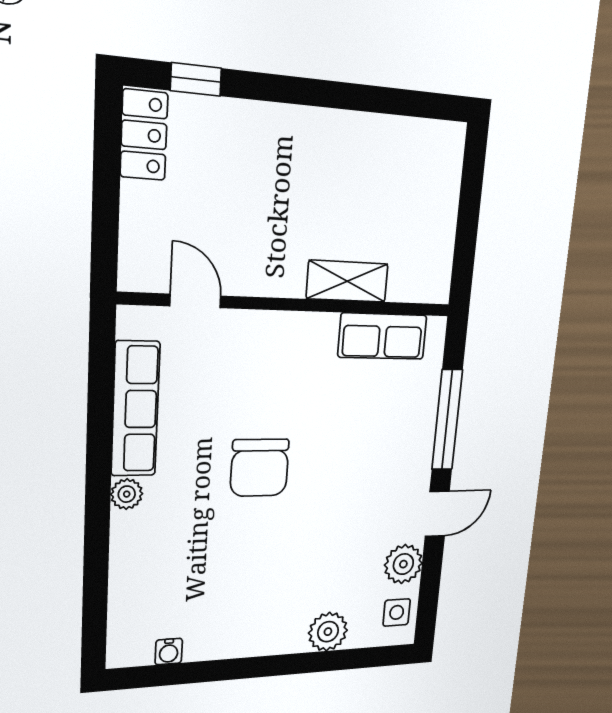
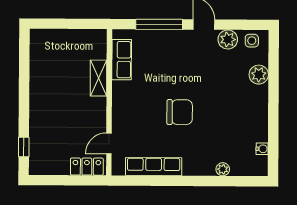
locker: (144, 135) -> (87, 167), moved
plant: (127, 494) -> (223, 169), moved

